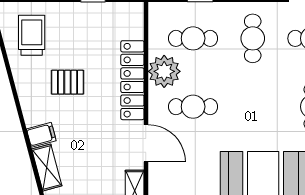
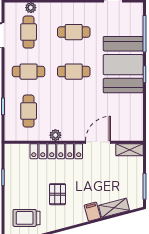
plant: (164, 71) -> (55, 135), width x0.53, depth x0.53
cafe table: (193, 107) -> (74, 72), moved, turned 90

